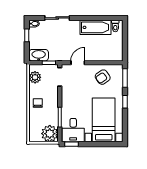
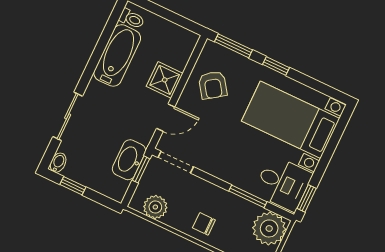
shower: (95, 54) -> (165, 80), added
washbasin: (39, 55) -> (129, 160), moved
door: (78, 63) -> (166, 118), swing flipped

